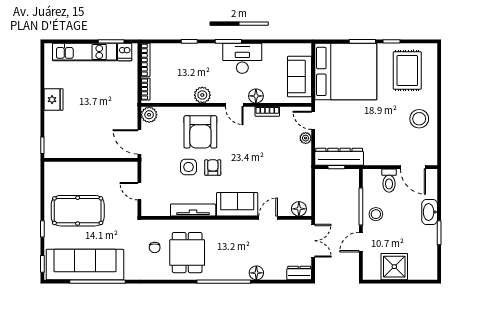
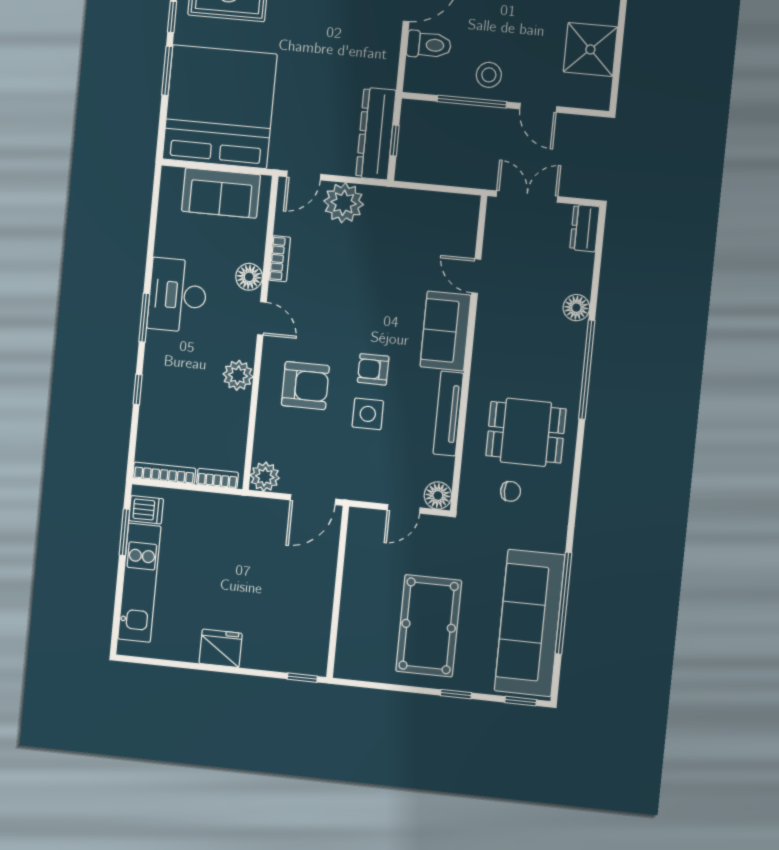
door: (234, 105) -> (262, 318), hinge flipped
armchair: (200, 132) -> (305, 386), width x0.73, depth x0.73
plant: (306, 138) -> (344, 203), width x1.87, depth x1.87
floor lamp: (299, 209) -> (438, 495), moved

